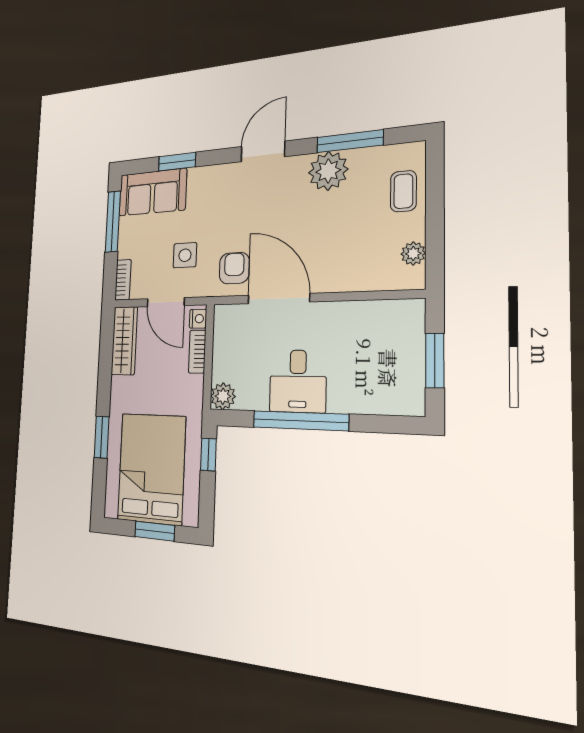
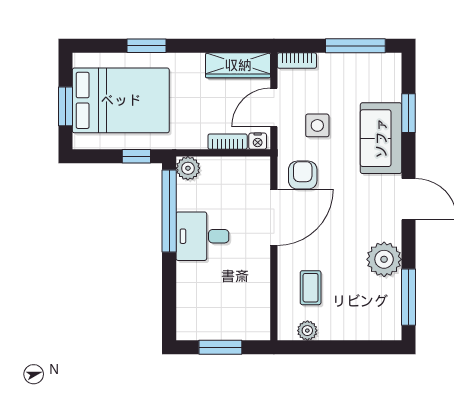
window: (350, 141) -> (408, 297), moved
coffee table: (403, 191) -> (311, 288), moved, turned 90
sofa: (152, 192) -> (381, 138), moved
armchair: (234, 268) -> (303, 175), turned -90
window: (300, 421) -> (169, 211), moved

